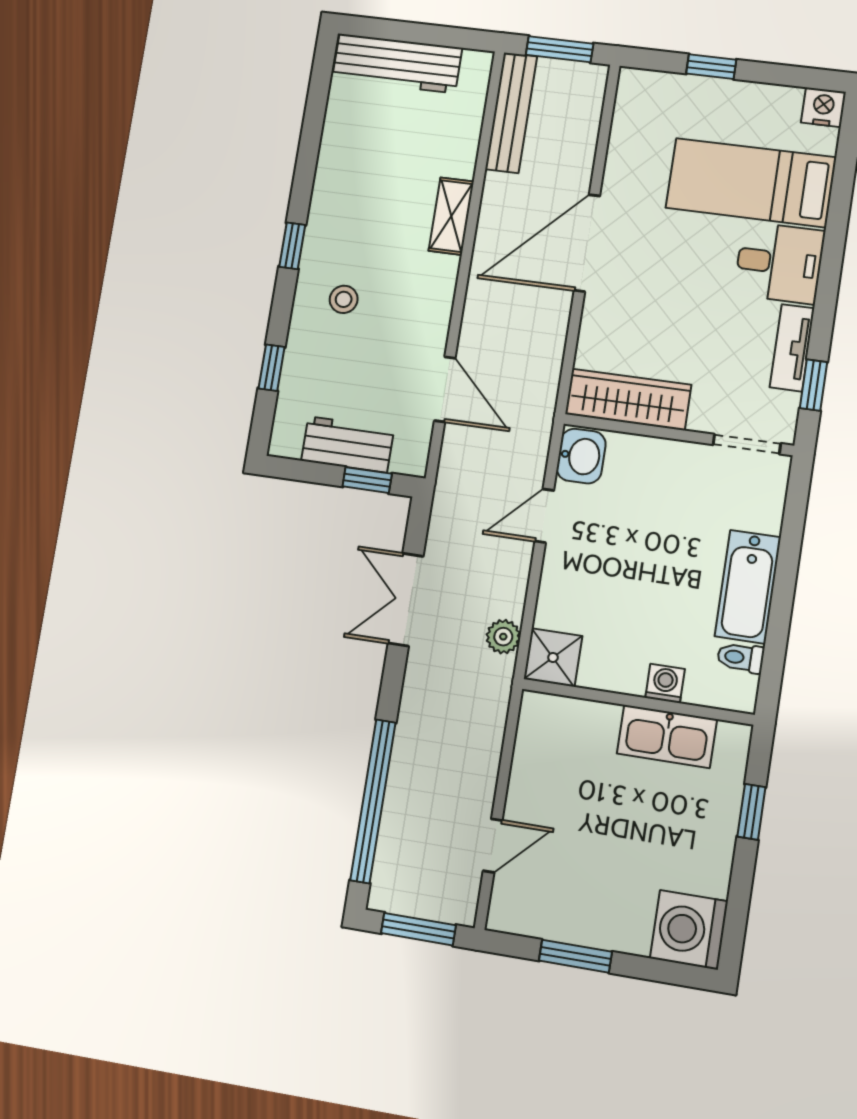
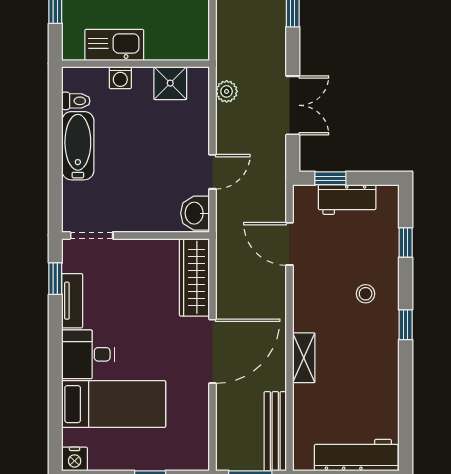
wardrobe: (628, 400) -> (194, 277), moved, turned 90
shower: (553, 657) -> (170, 83), moved

